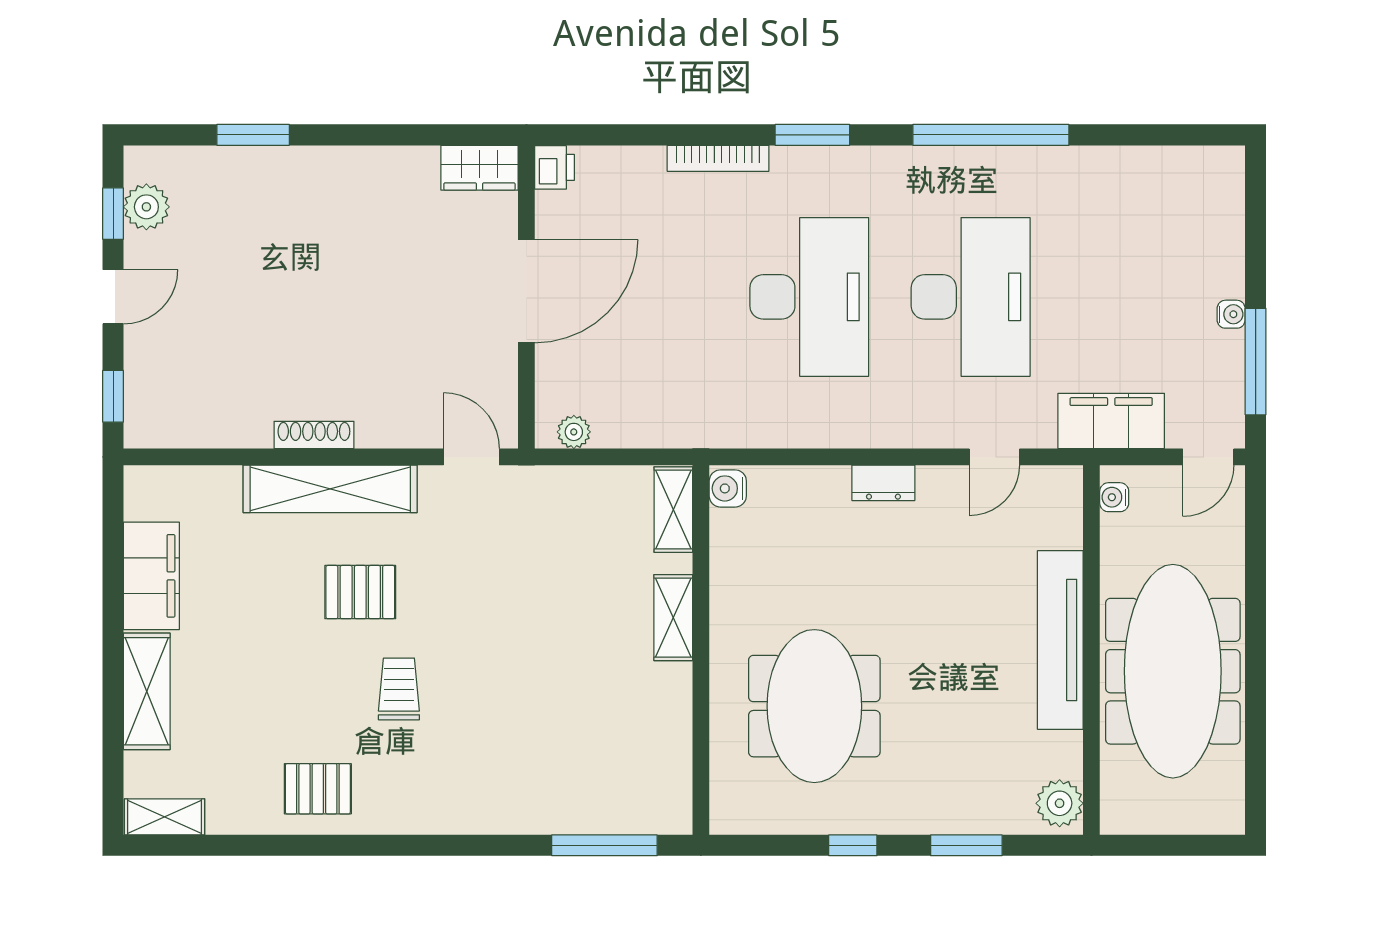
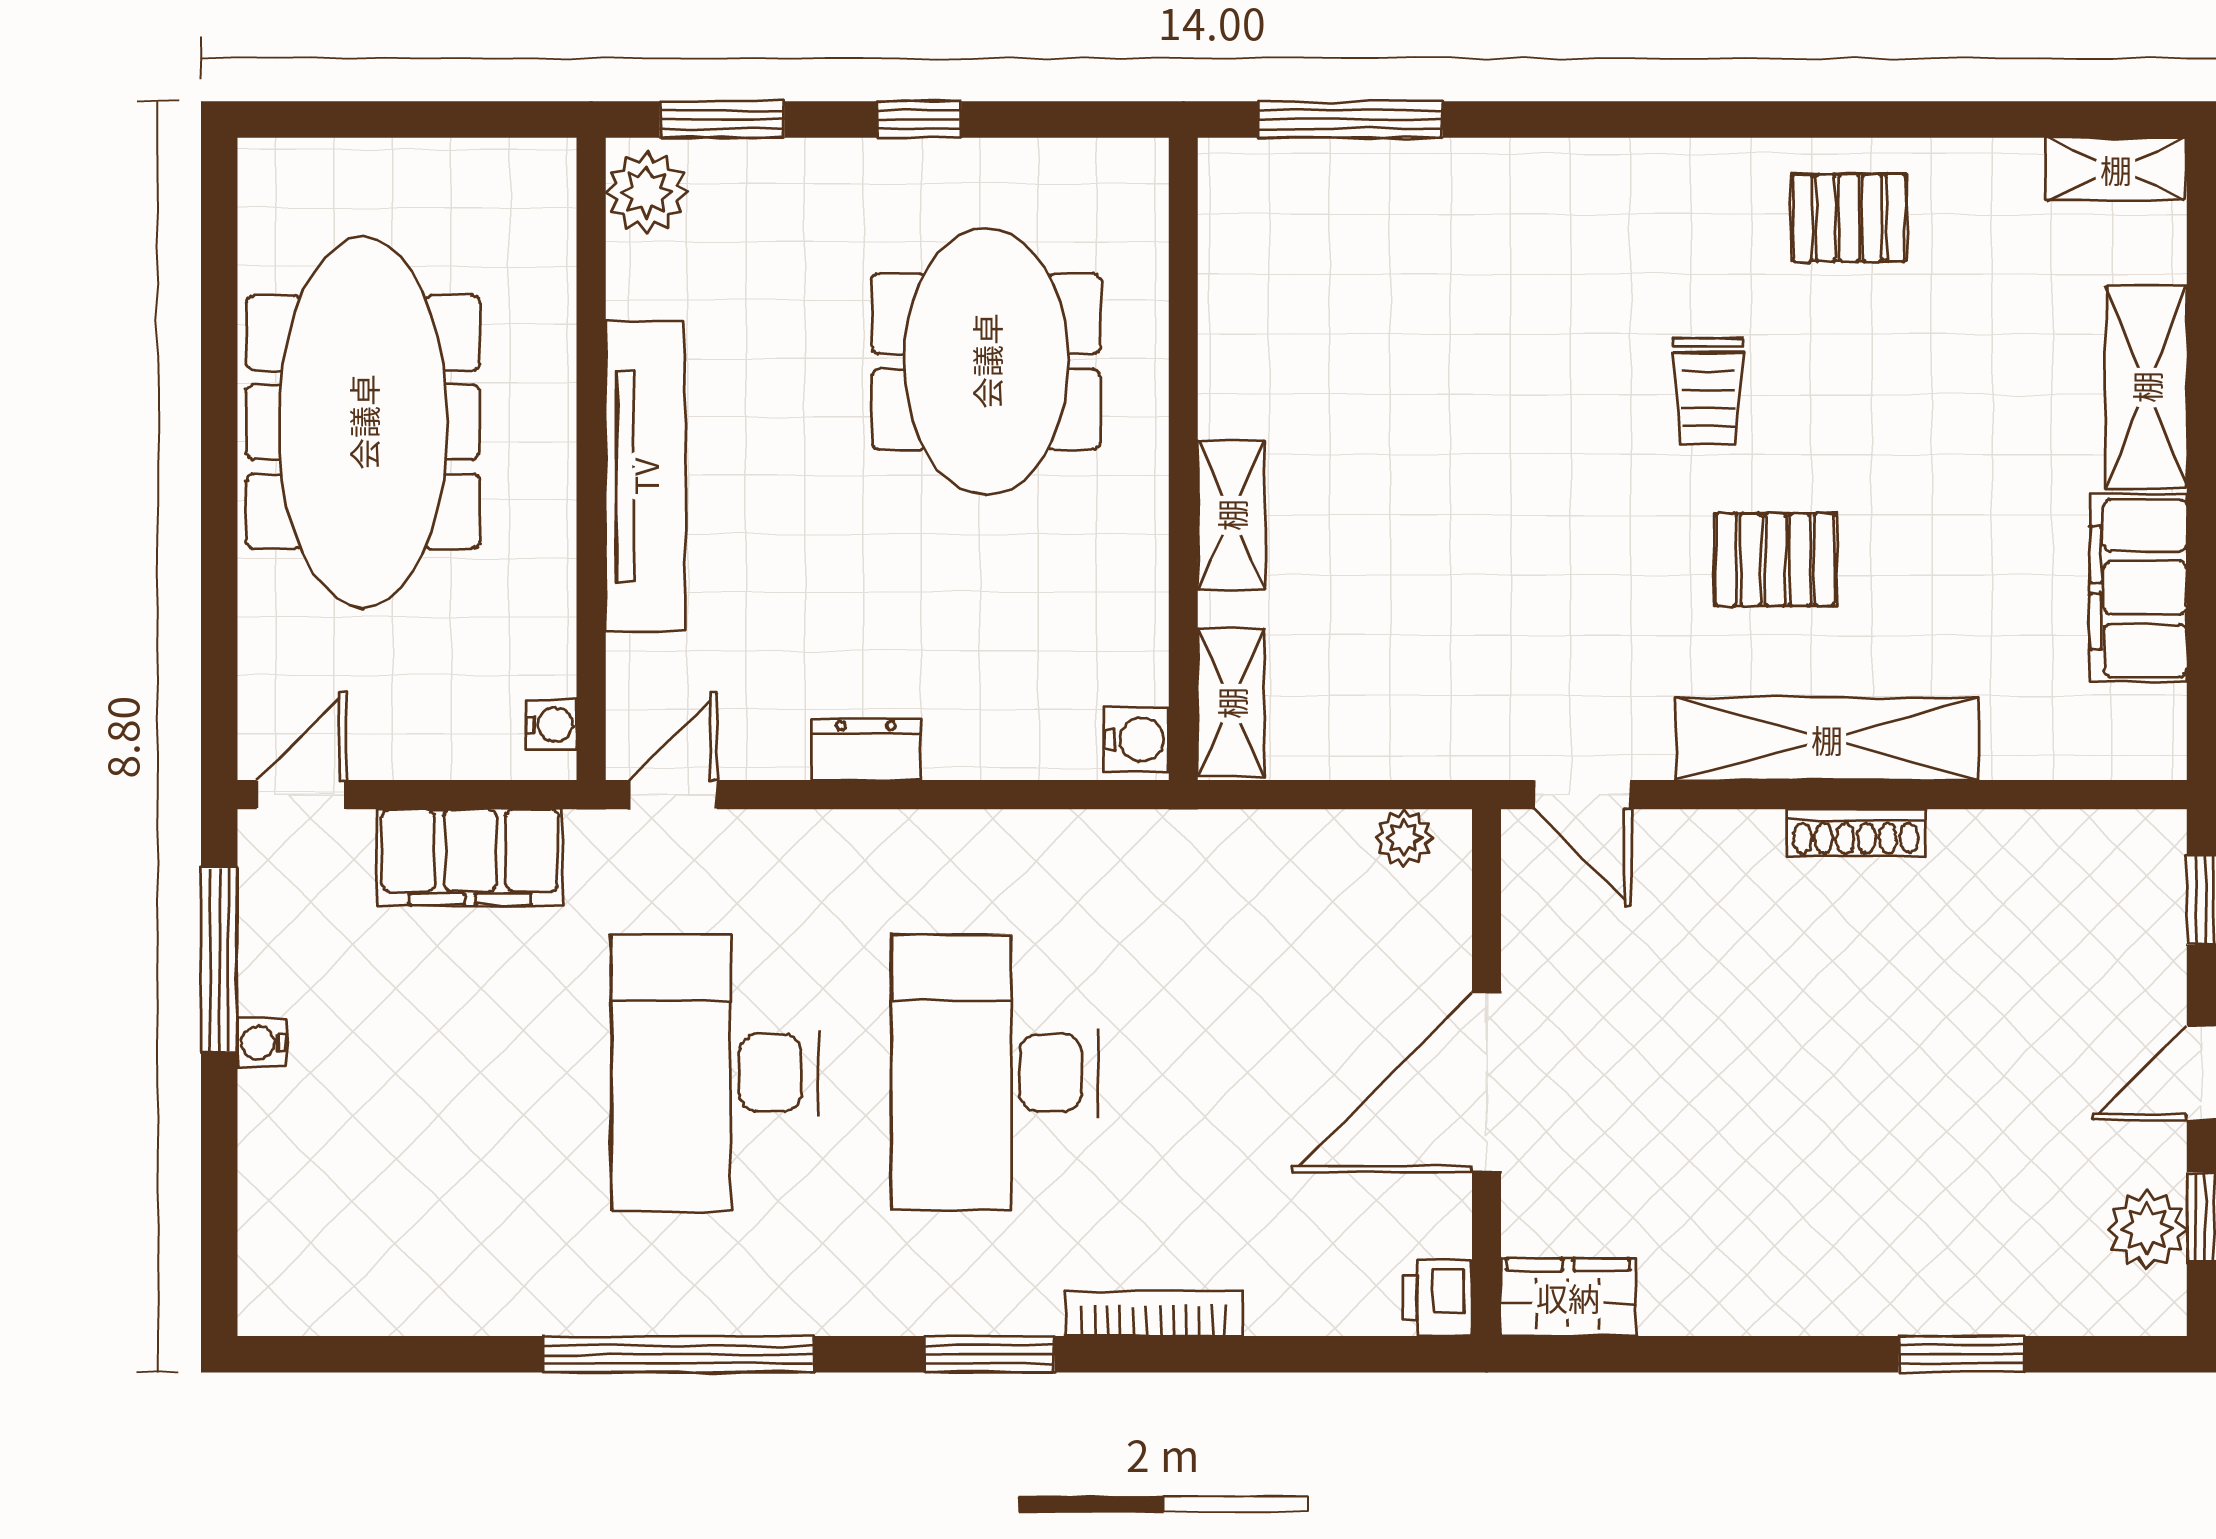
water cooler: (1114, 497) -> (551, 725), moved
tv unit: (1060, 640) -> (645, 476), moved
wall: (1091, 650) -> (591, 459), moved
plant: (1060, 803) -> (646, 193), moved

